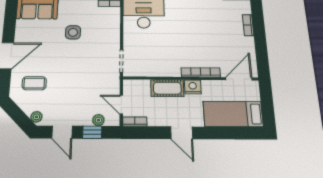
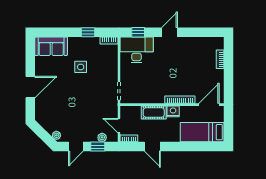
coffee table: (34, 83) -> (53, 109), removed
door: (62, 132) -> (76, 147), hinge flipped
door: (182, 133) -> (152, 147), moved

